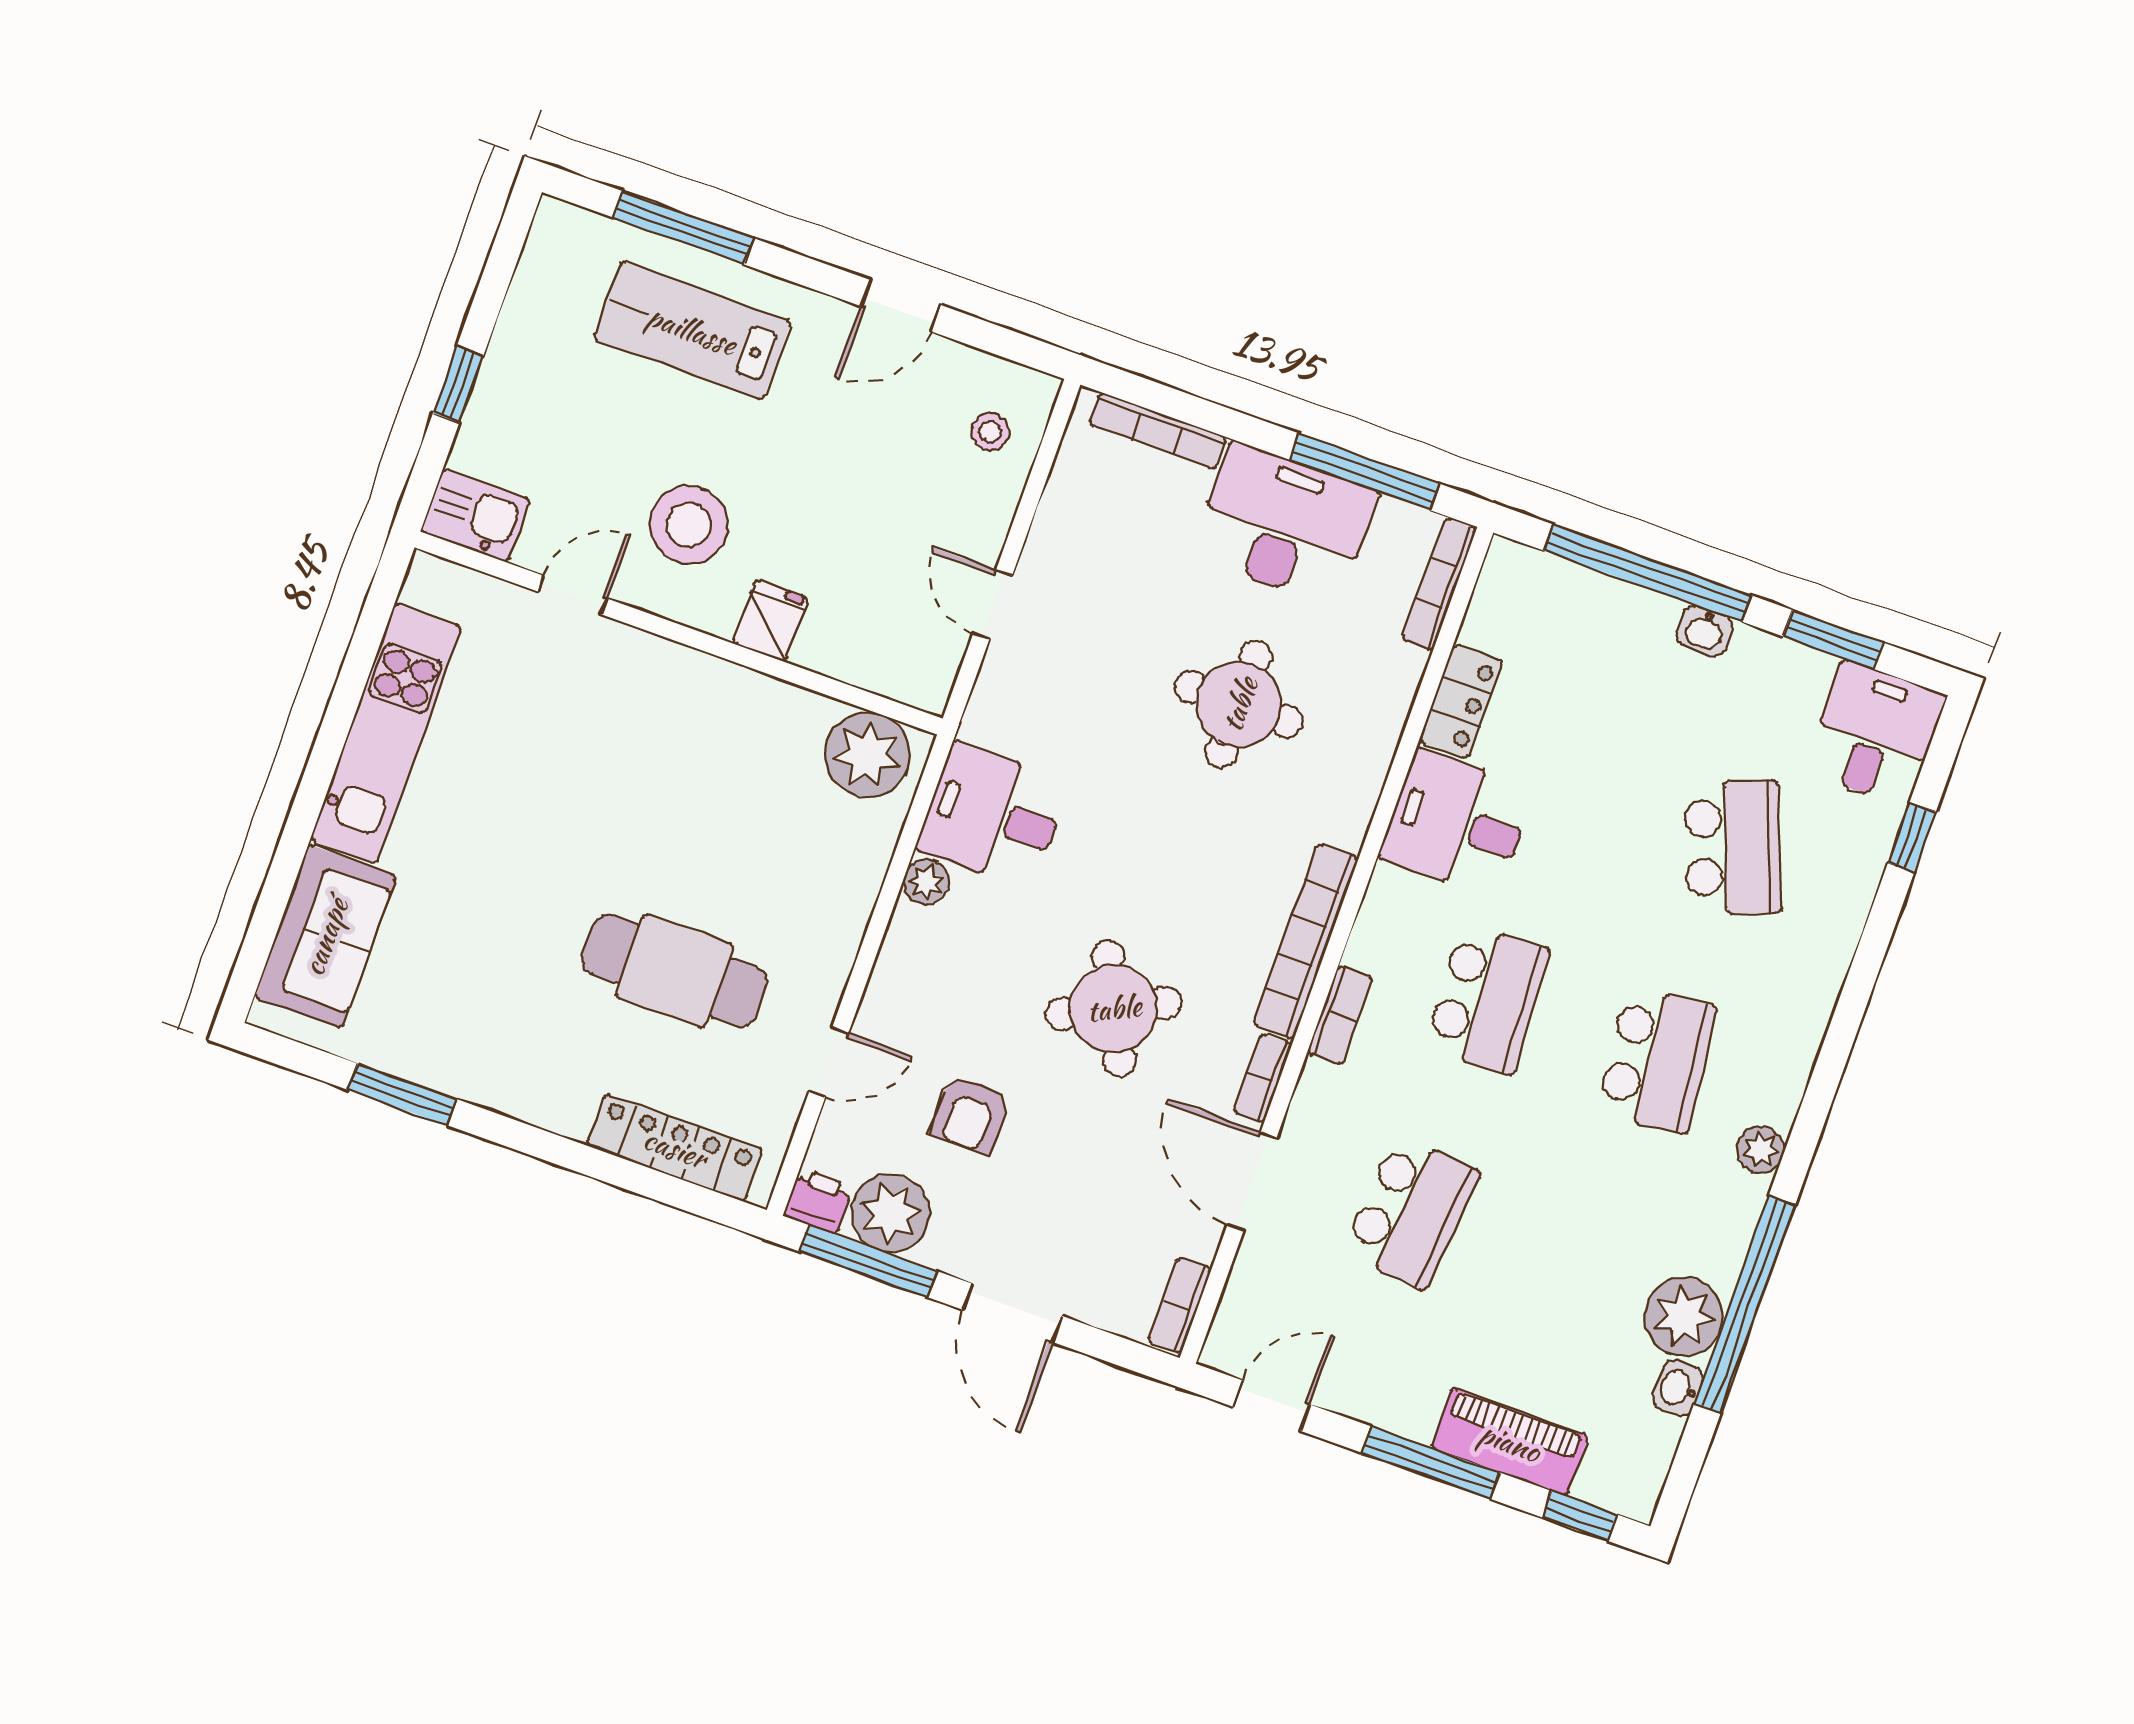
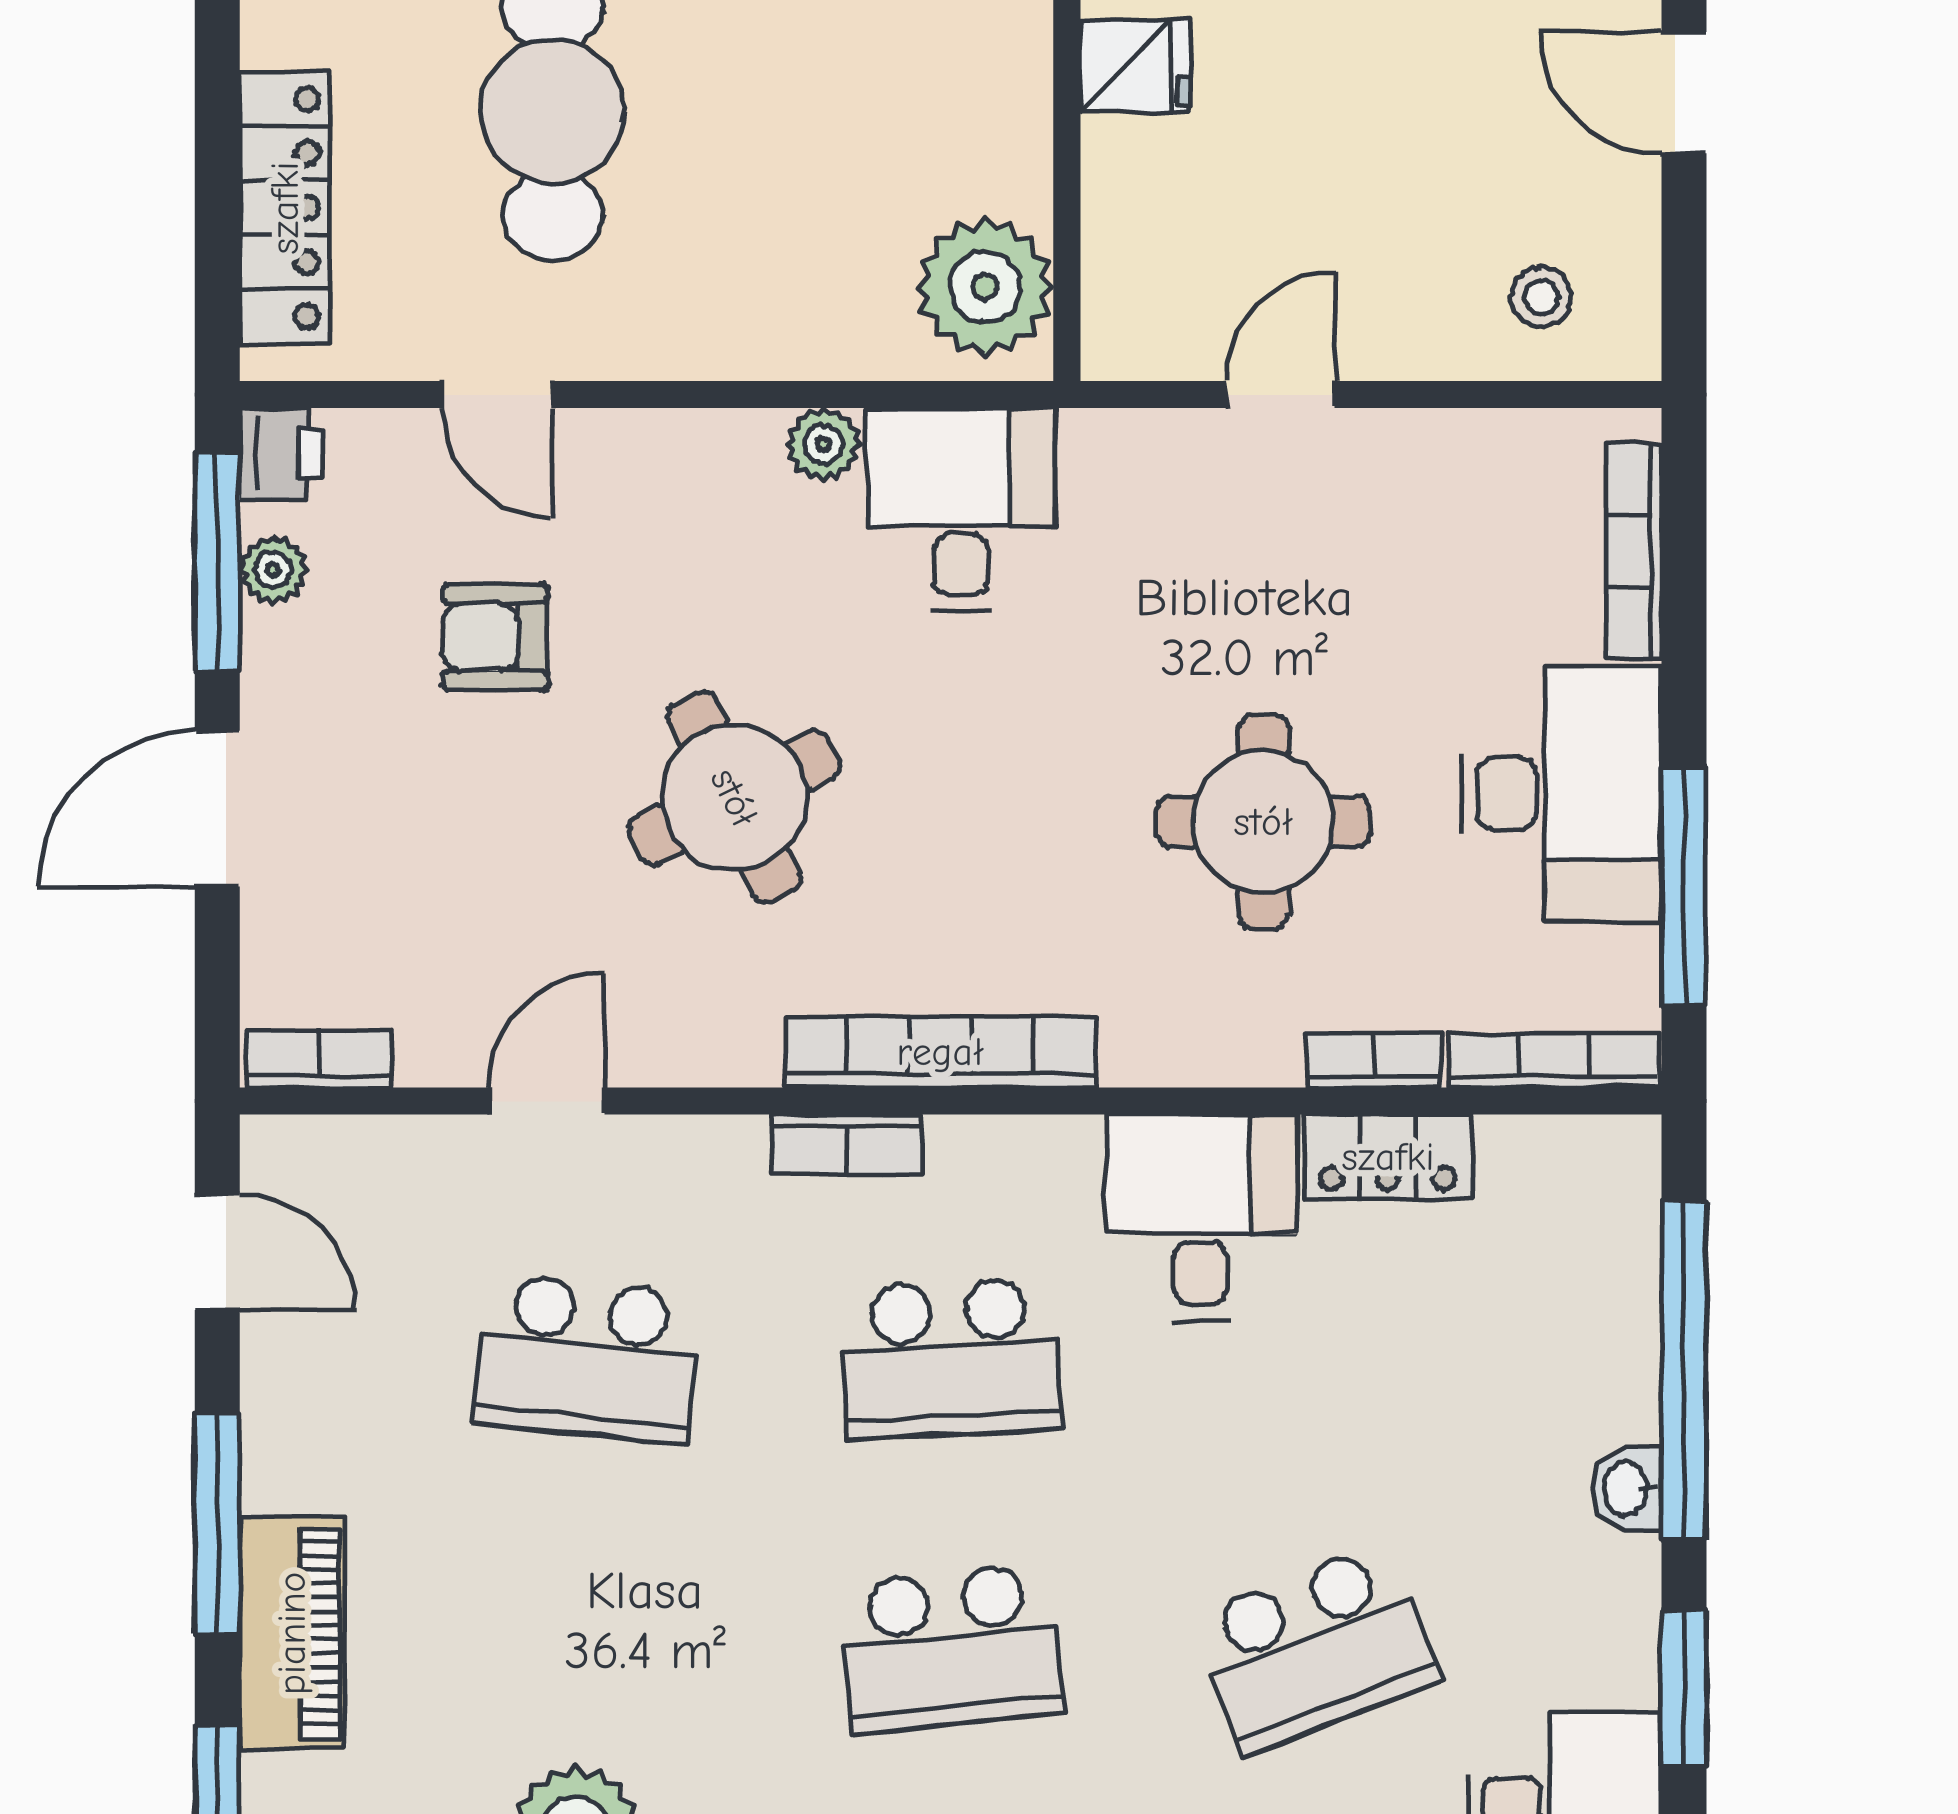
bookcase: (1262, 1078) -> (1374, 1060), moved
door: (1252, 1181) -> (547, 1101), width x0.73
plant: (890, 1213) -> (273, 570), width x0.53, depth x0.53

